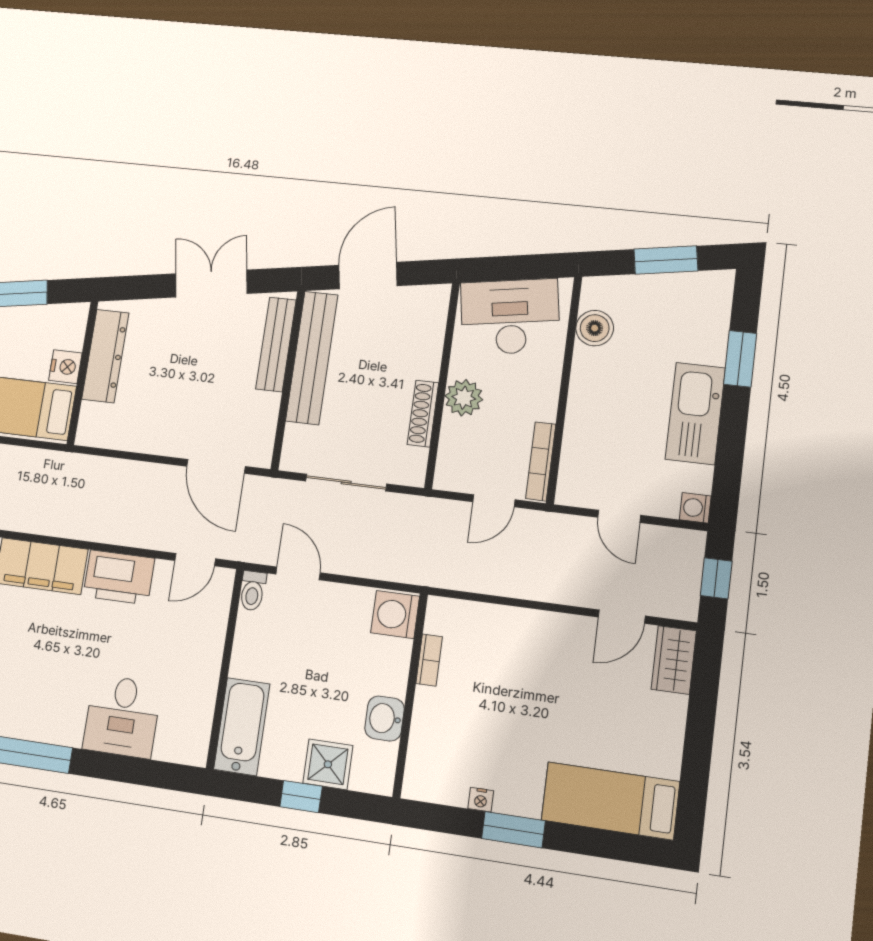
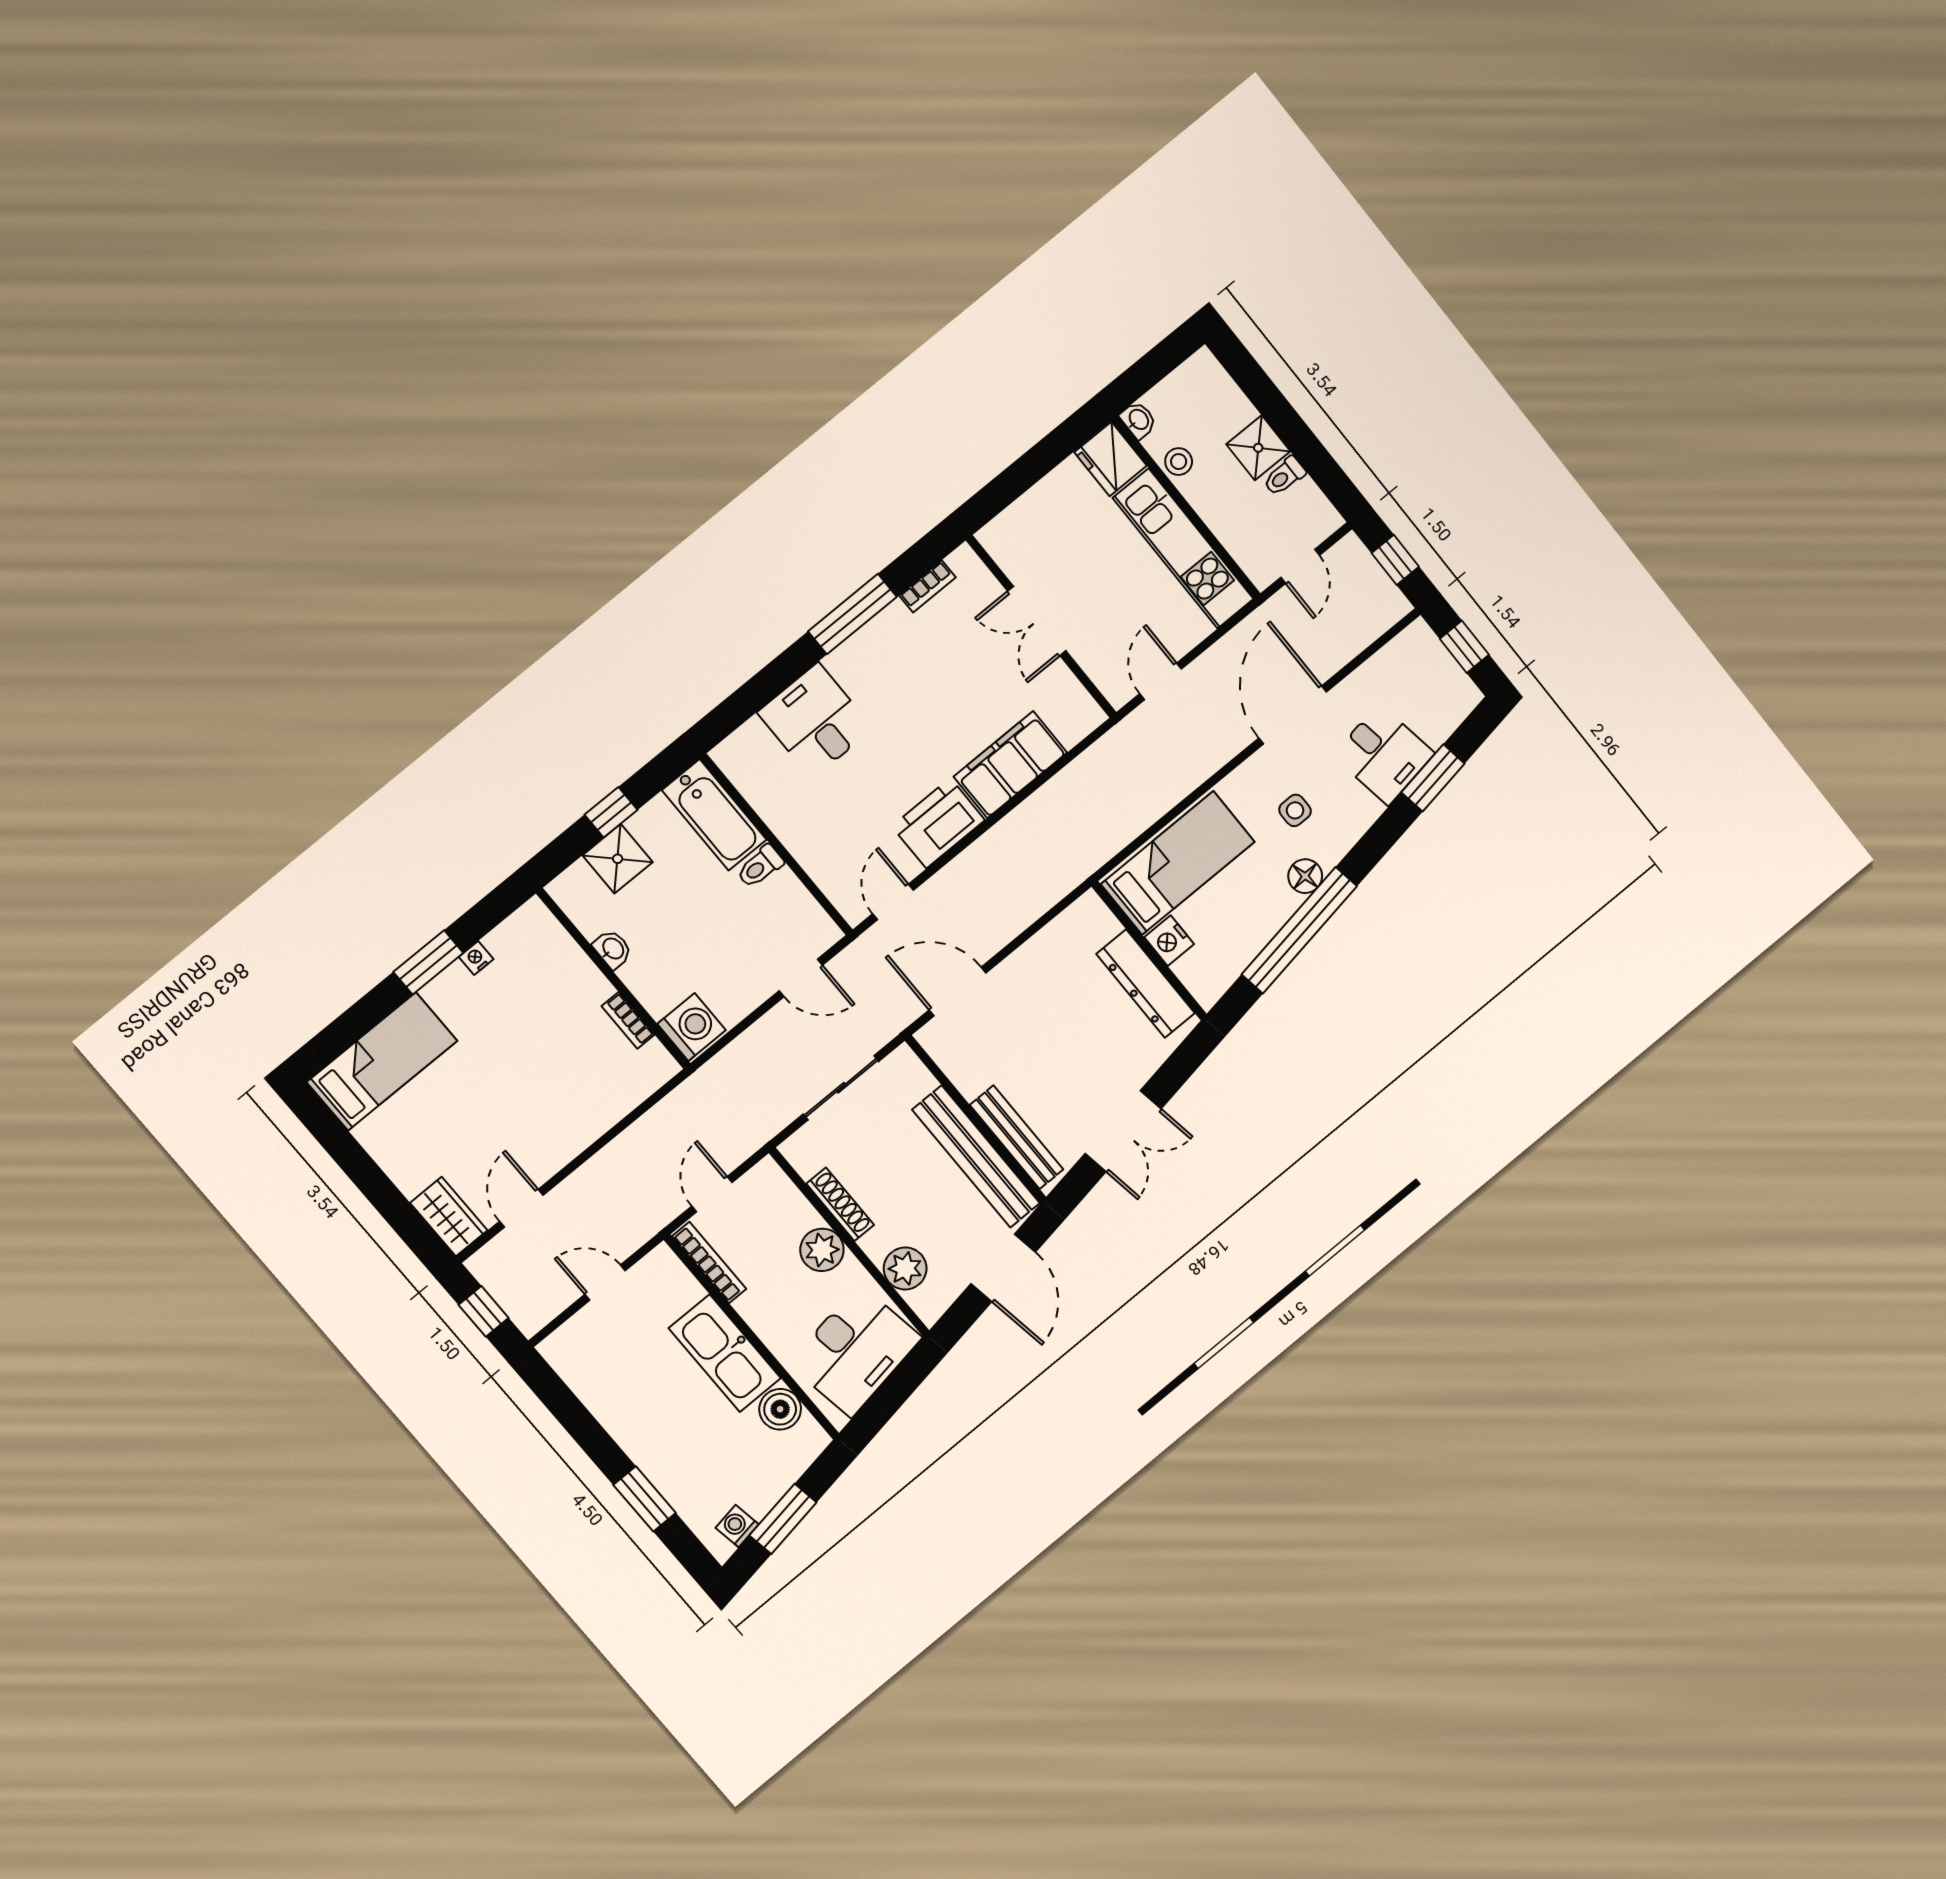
plant: (426, 335) -> (905, 1268), added
kitchen sink: (695, 414) -> (725, 1353), moved, turned 180
washing machine: (695, 508) -> (737, 1526), moved, turned -99
toilet: (253, 591) -> (760, 866), moved, turned -90
washbasin: (385, 718) -> (613, 949), width x0.72, depth x0.69

